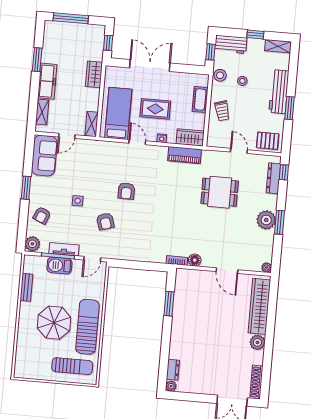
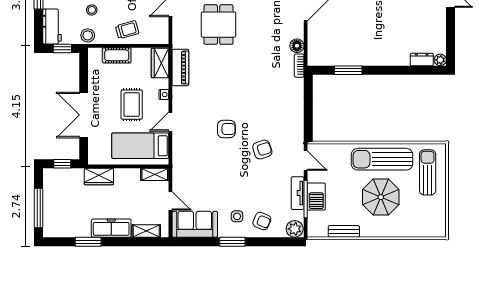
side table: (78, 201) -> (237, 216), moved

